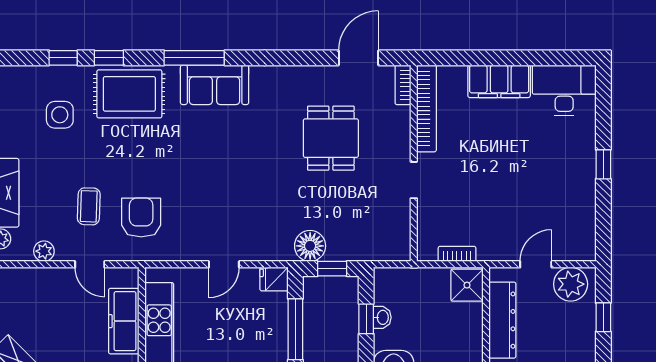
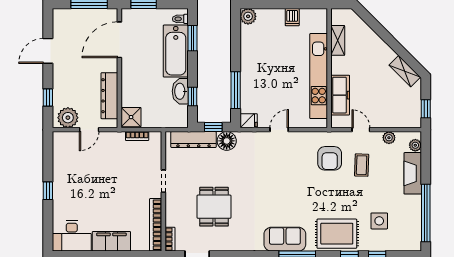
dresser: (364, 248) -> (194, 140), added
washbasin: (382, 317) -> (180, 91), width x1.91, depth x1.45

